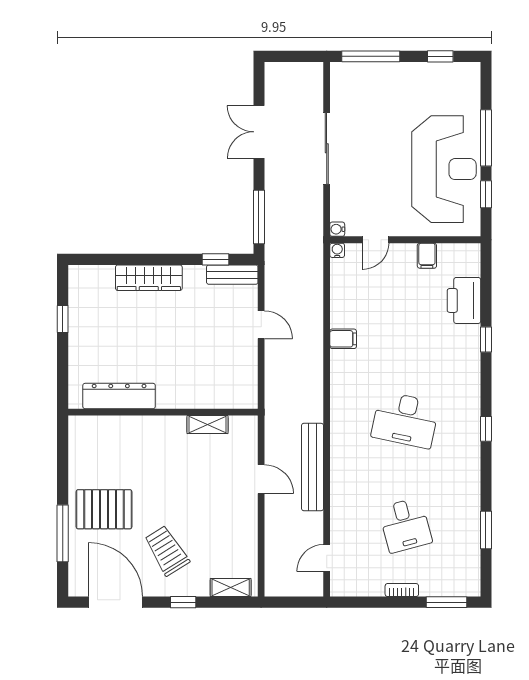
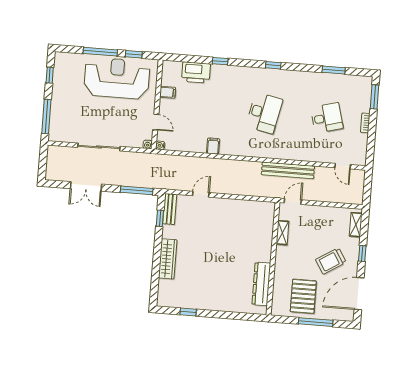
dresser: (119, 396) -> (261, 284), moved
wall: (163, 412) -> (273, 259), moved
shelving: (207, 425) -> (282, 233), moved

